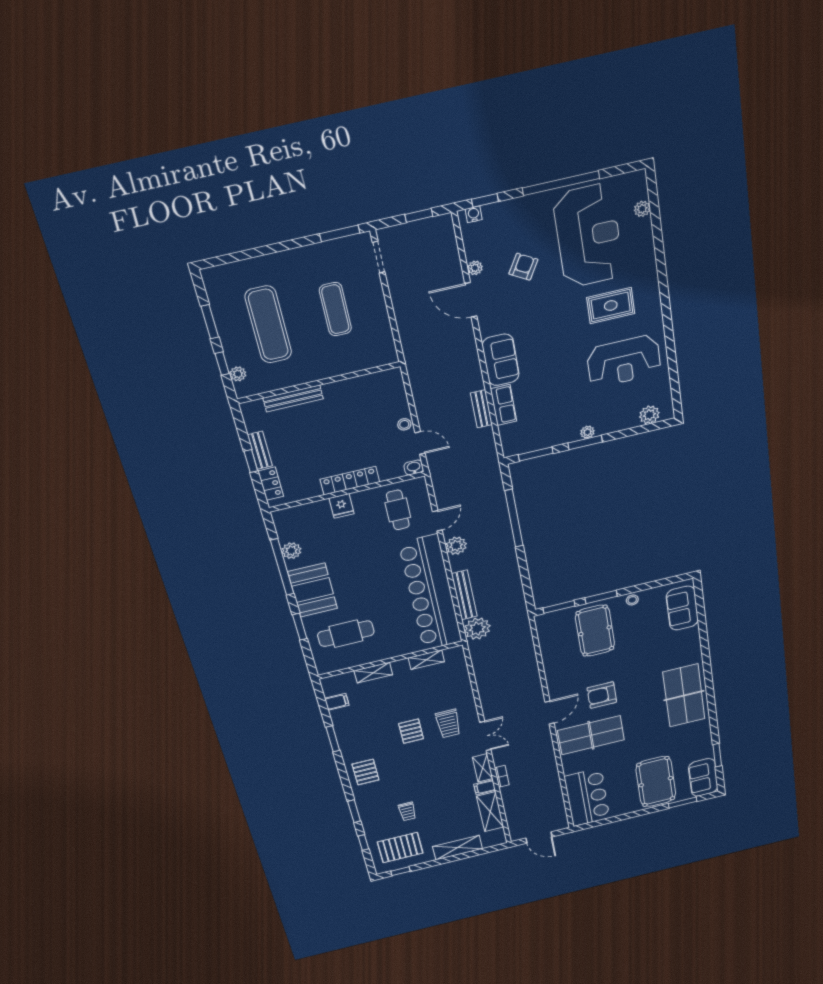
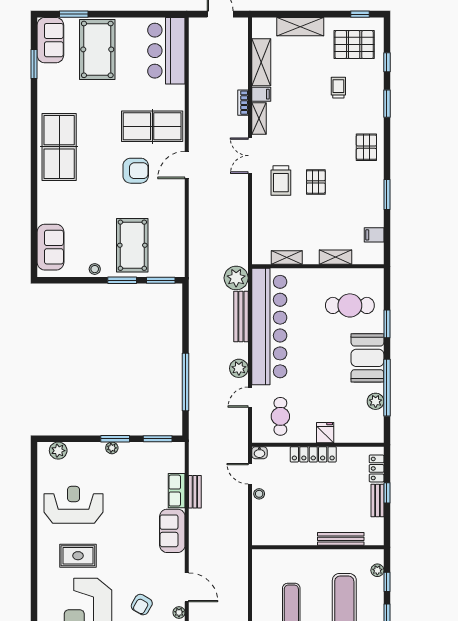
trolley: (448, 723) -> (281, 181), turned 180

